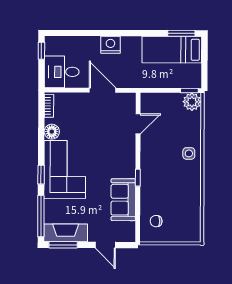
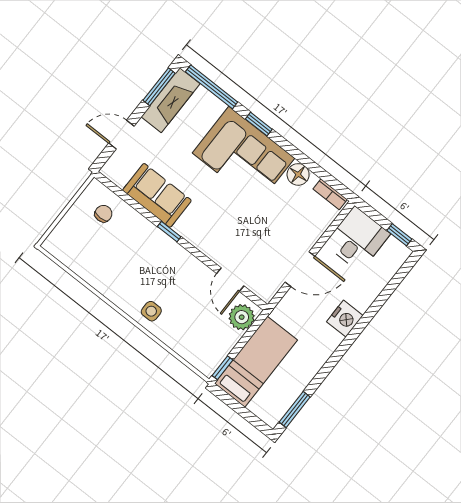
bed: (172, 50) -> (256, 362), moved
plant: (192, 102) -> (242, 317), moved

